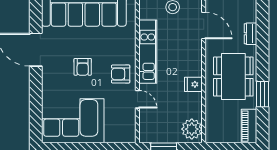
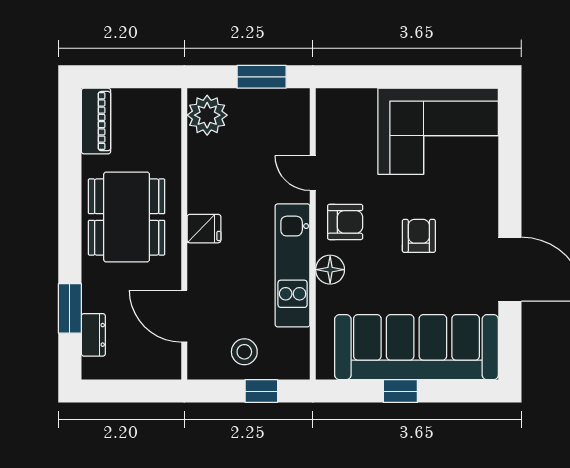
dresser: (250, 34) -> (93, 335), moved
floor lamp: (128, 49) -> (330, 270), added
fridge: (193, 84) -> (204, 229), moved
window: (262, 94) -> (70, 308), moved

